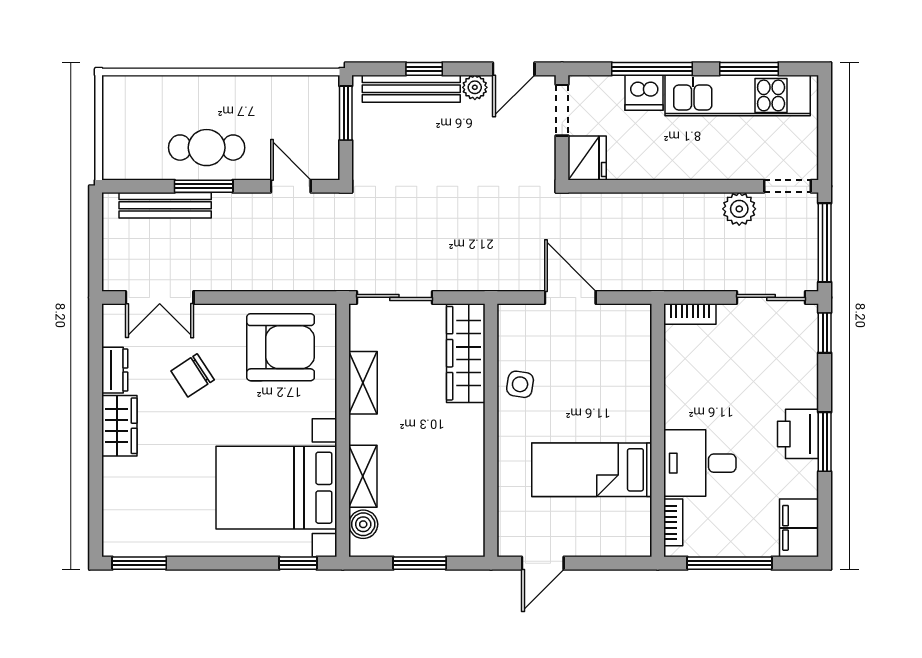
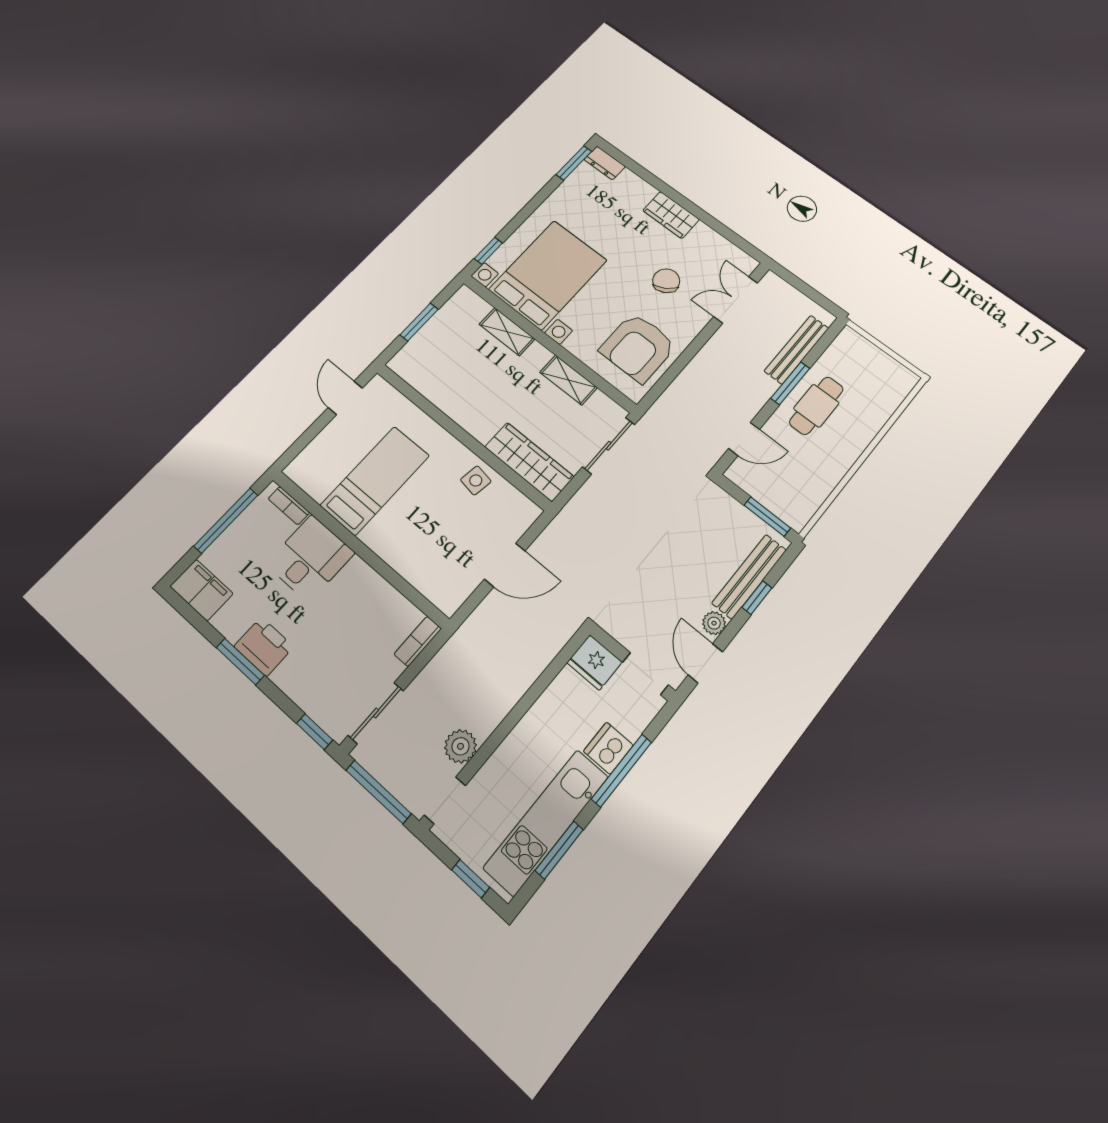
window: (825, 118) -> (471, 879), added
dresser: (115, 370) -> (605, 163), moved
boiler: (363, 524) -> (476, 308), removed

